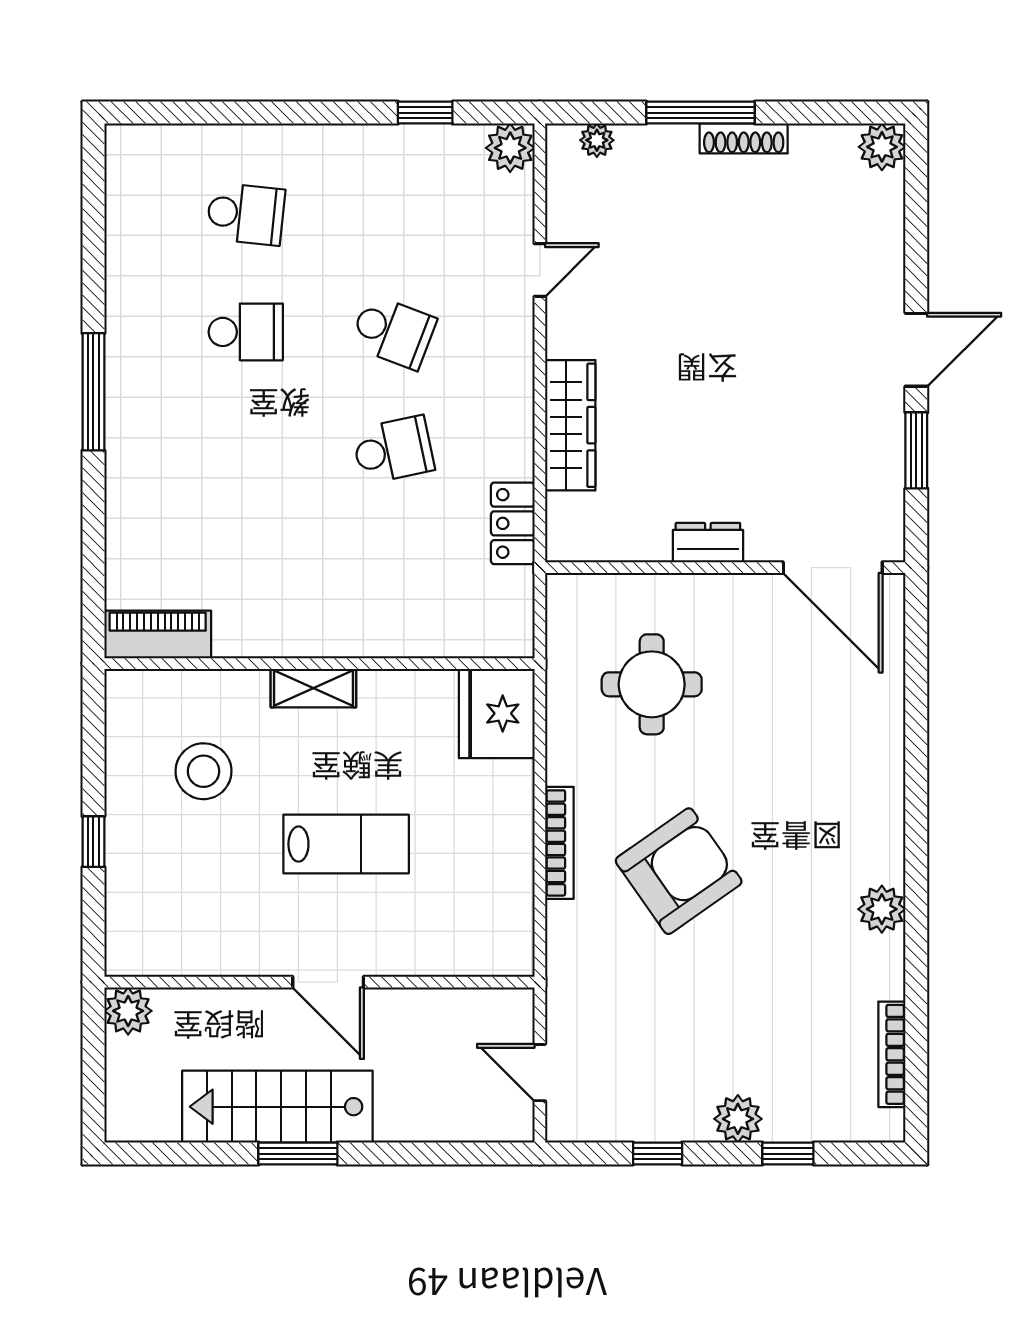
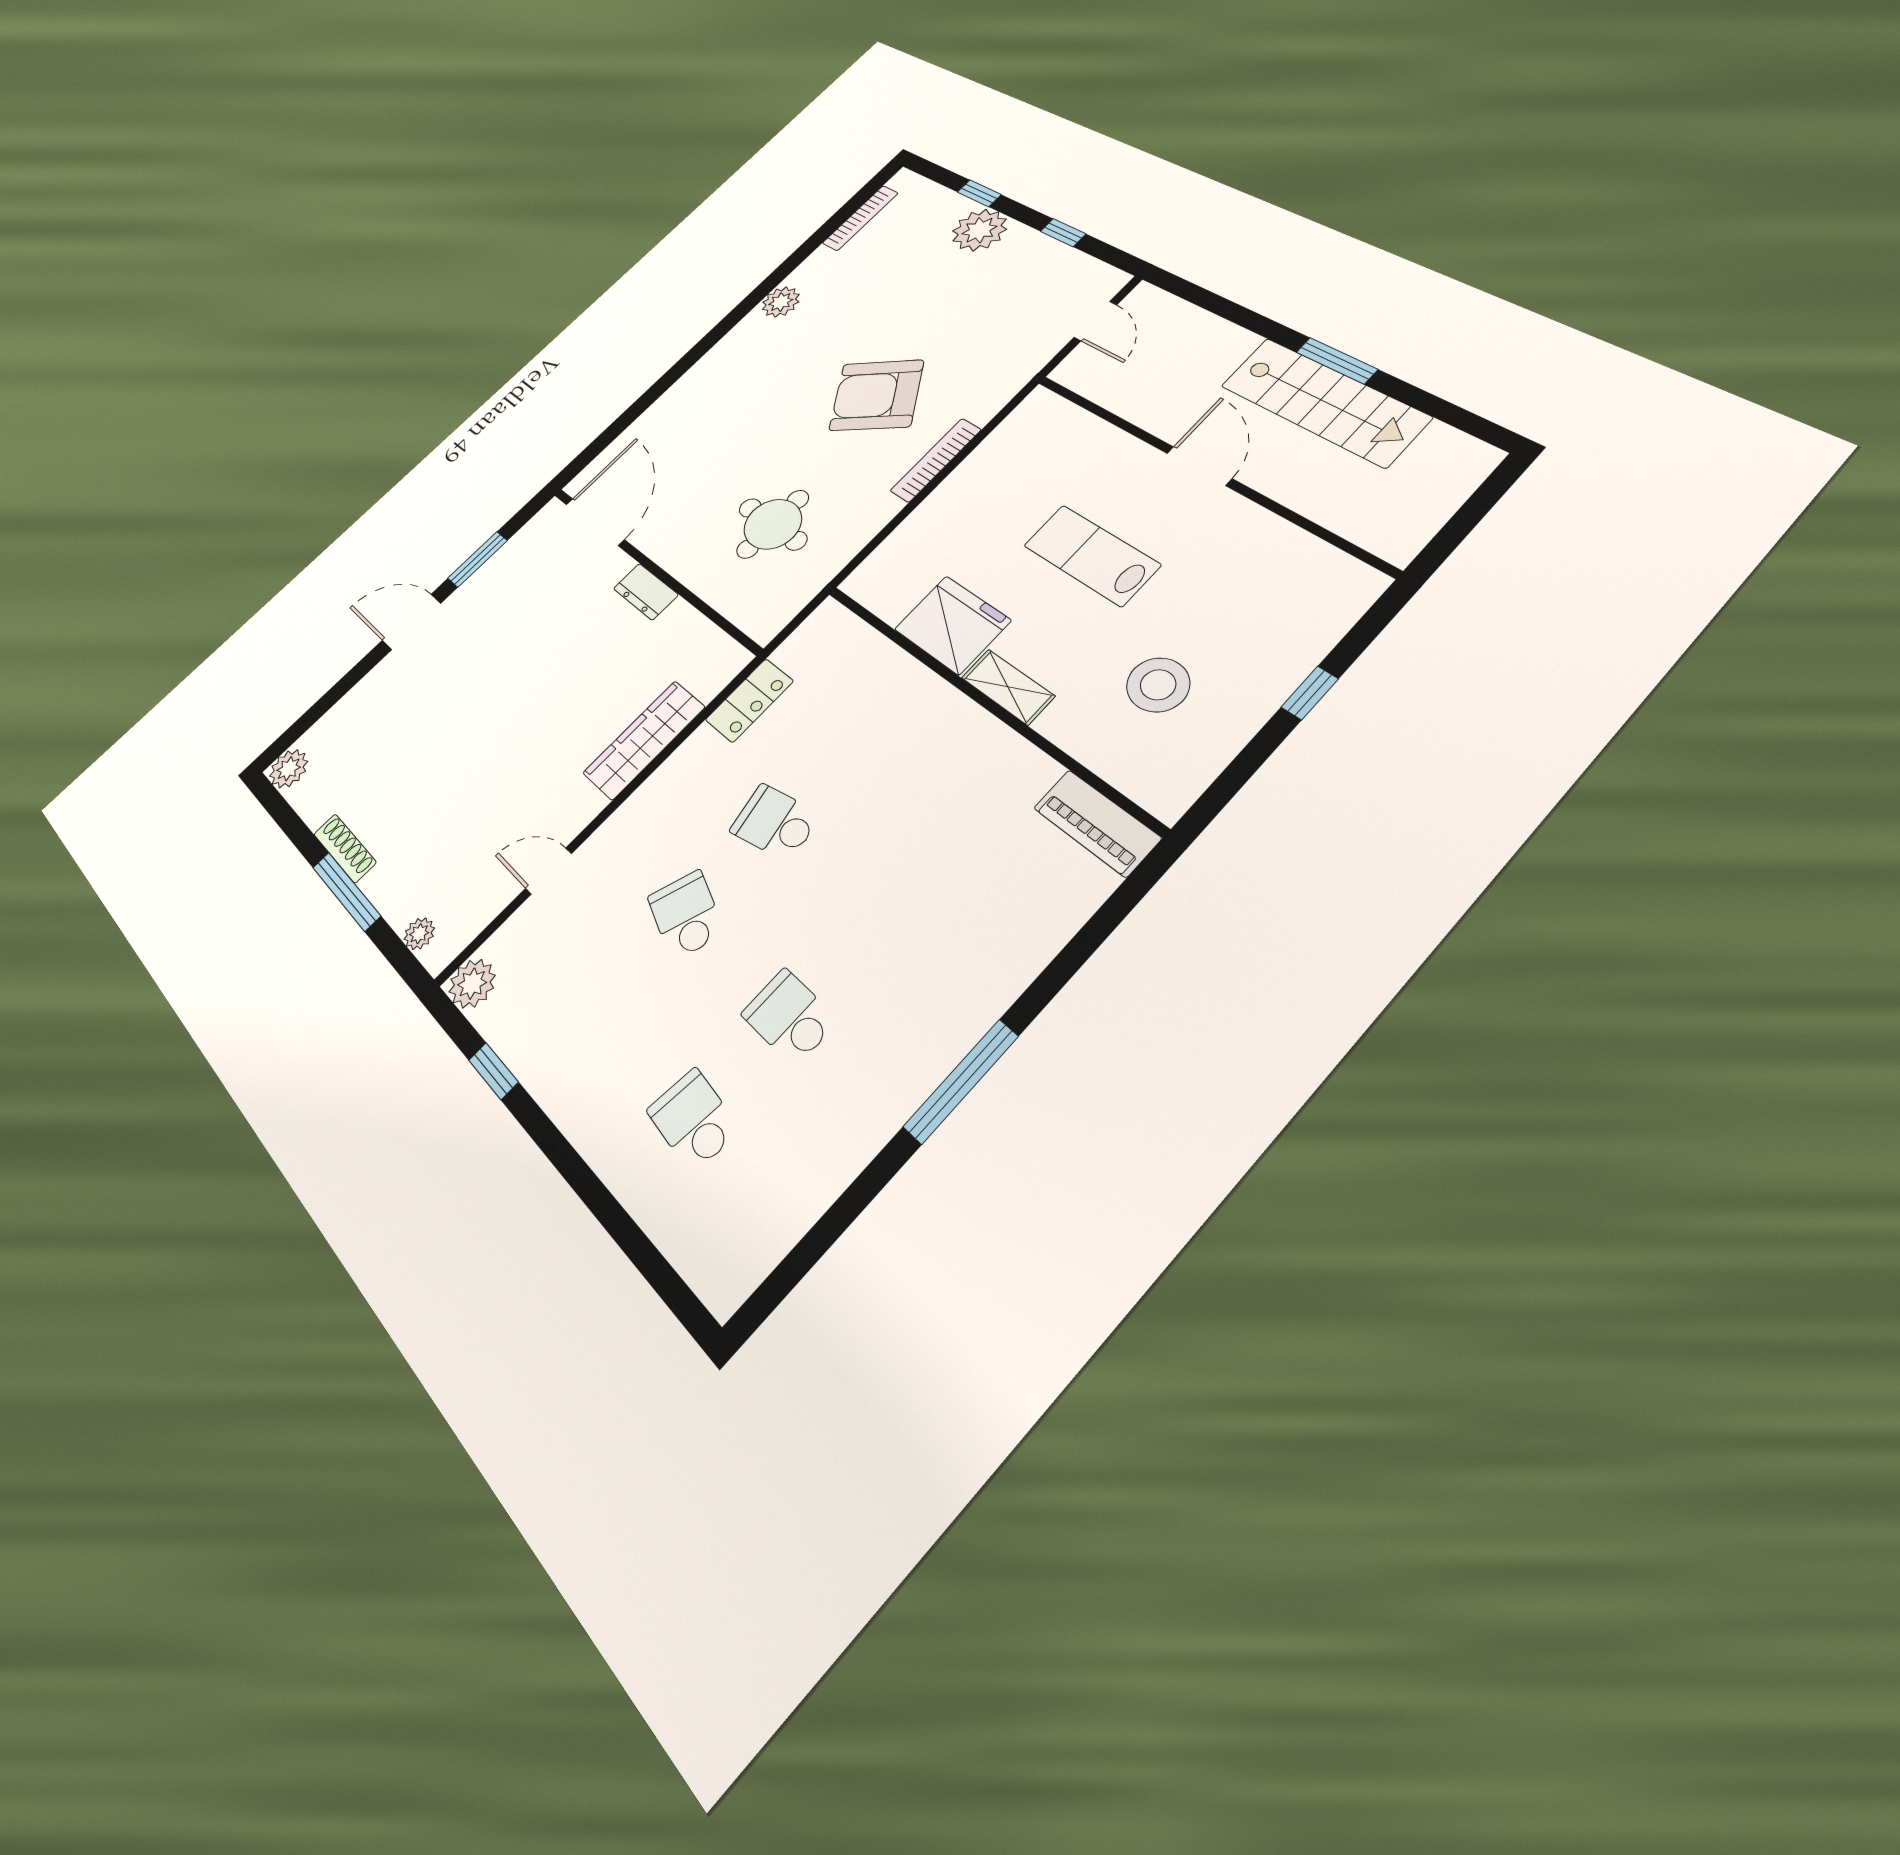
fridge: (497, 713) -> (952, 625), moved, turned -90
plant: (128, 1011) -> (1397, 541), removed
plant: (738, 1119) -> (980, 230), width x1.36, depth x1.36

